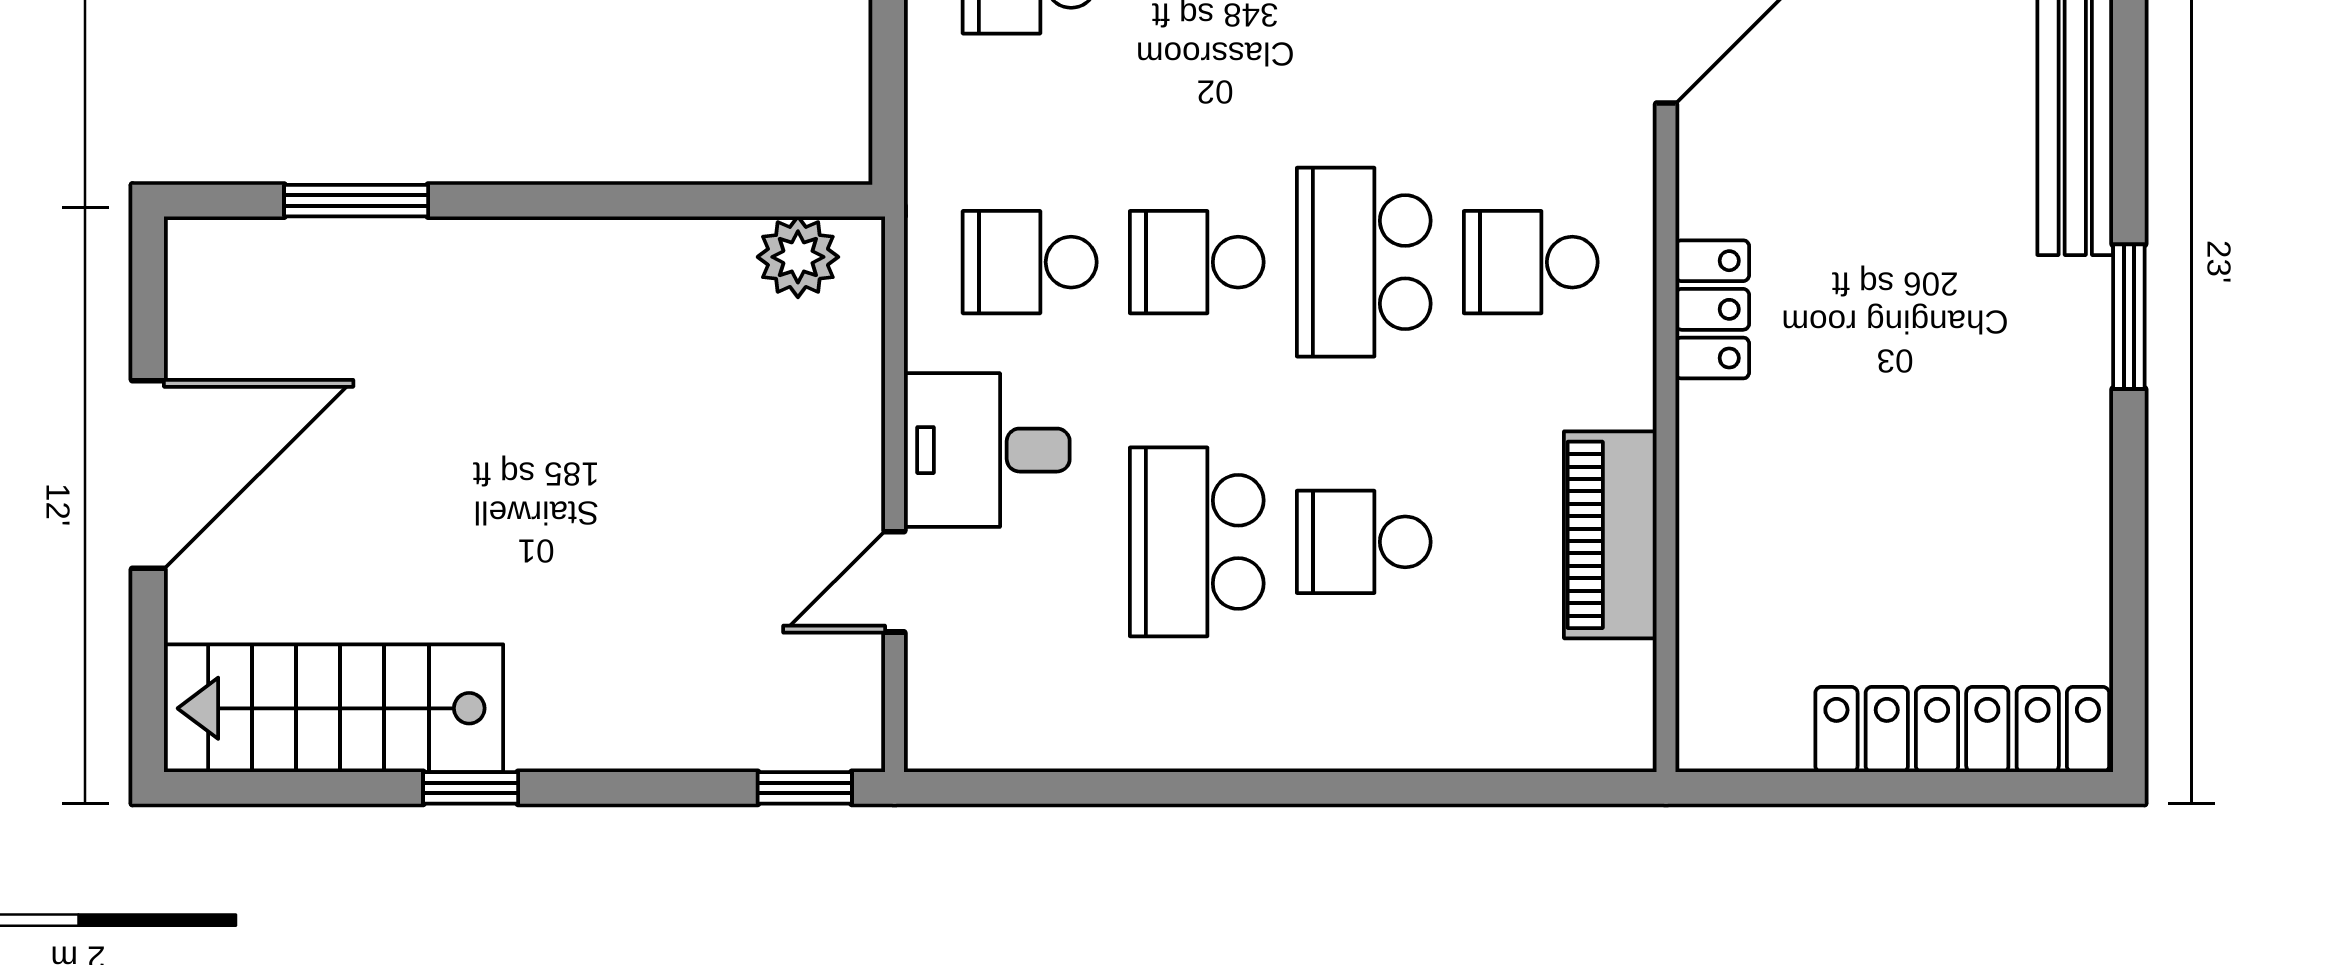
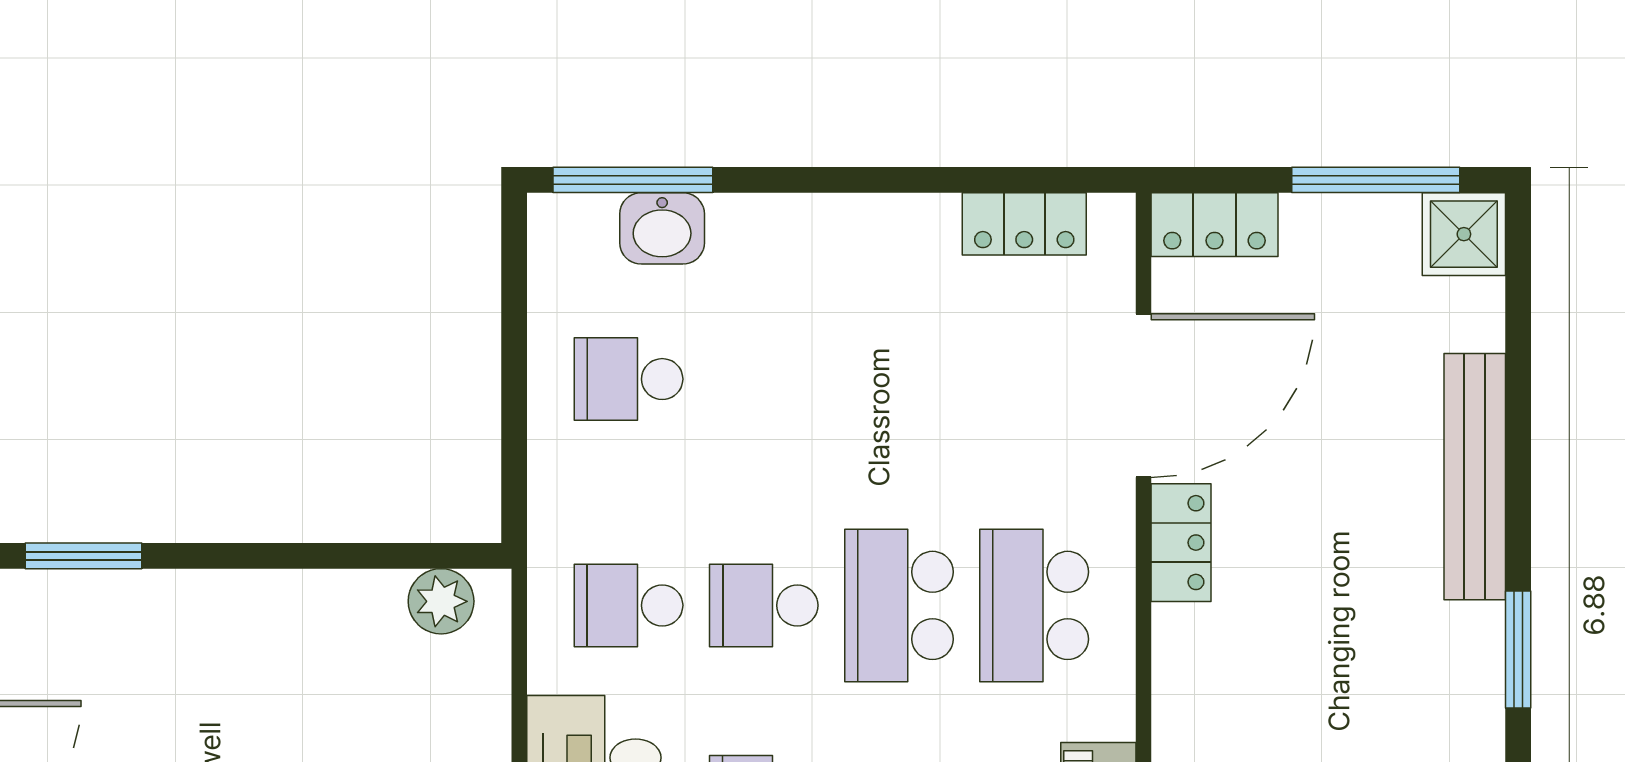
school desk: (1531, 262) -> (1034, 605), width x1.85
locker: (1712, 309) -> (1181, 543), moved

